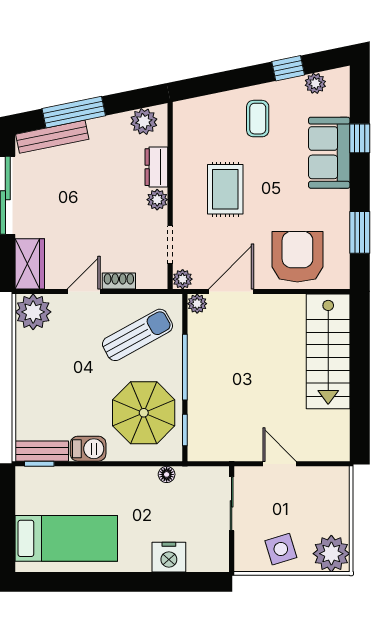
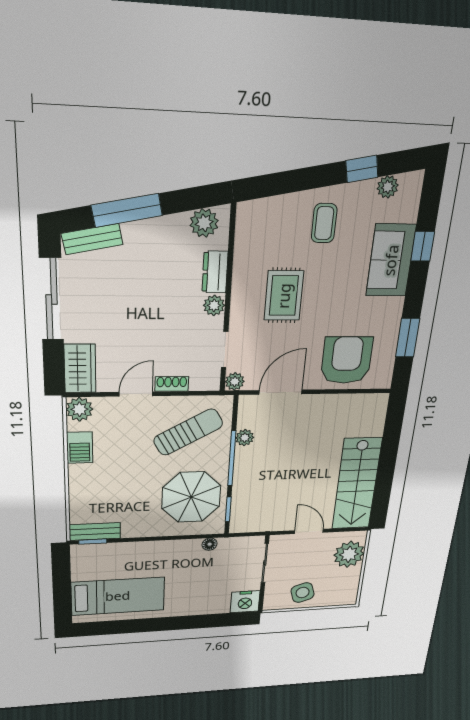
bench: (52, 137) -> (92, 239), width x0.73
plant: (197, 304) -> (245, 438), moved
plant: (33, 312) -> (79, 409), width x0.73, depth x0.73
stairs: (328, 351) -> (357, 484), moved
barbecue: (88, 449) -> (80, 448), moved, turned 90
plant: (331, 554) -> (349, 554), moved
nightstand: (169, 557) -> (245, 602), moved

